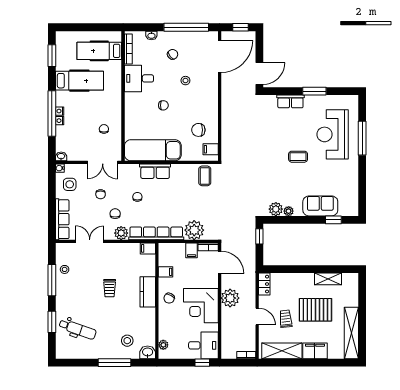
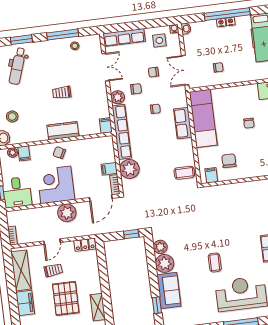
plant: (289, 211) -> (165, 263), width x1.88, depth x1.88
filing cabinet: (166, 272) -> (24, 153), moved

